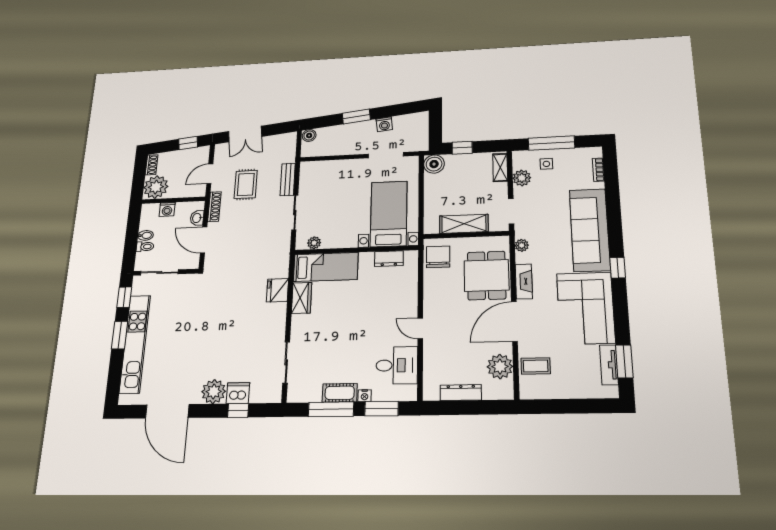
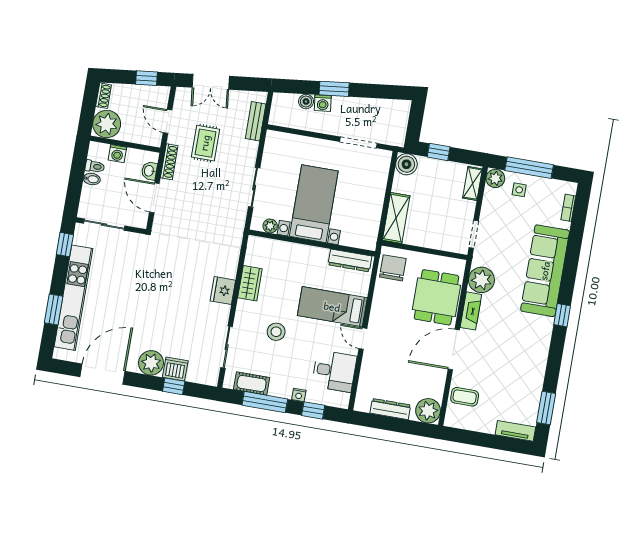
washing machine: (384, 124) -> (323, 103), moved
boiler: (309, 135) -> (306, 101), moved
door: (210, 174) -> (168, 121), hinge flipped
plant: (522, 178) -> (495, 178), moved
bench: (288, 179) -> (256, 121), moved
bed with nightstands: (389, 214) -> (314, 204), moved
shelving: (464, 224) -> (396, 218), moved, turned 90
plant: (522, 245) -> (481, 280), width x1.88, depth x1.88
toilet: (145, 247) -> (95, 166), moved
dresser: (389, 259) -> (350, 260), width x1.44
bed: (326, 267) -> (332, 307), moved, turned 180
fridge: (277, 290) -> (223, 291), moved
corner sofa: (586, 308) -> (523, 350), removed
window: (120, 335) -> (54, 309), moved
stool: (333, 338) -> (276, 332), added
tv unit: (609, 365) -> (515, 431), moved, turned 90
plant: (500, 367) -> (428, 411), moved
cot: (340, 393) -> (252, 384), moved
window: (381, 409) -> (313, 410), width x0.67
door: (167, 411) -> (103, 374), swing flipped

